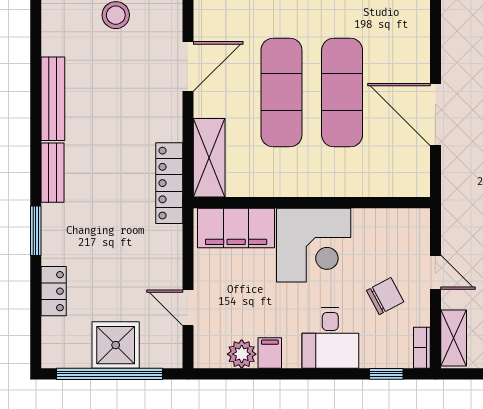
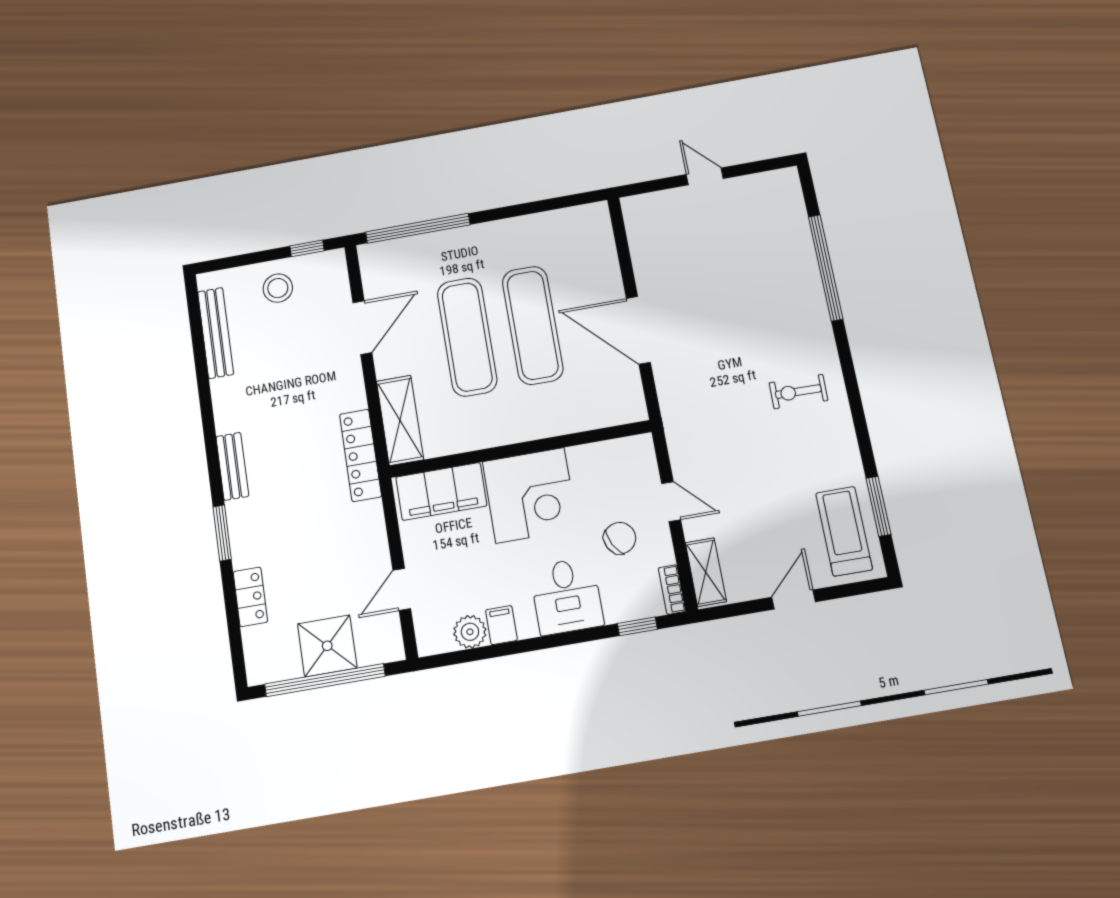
bench: (53, 99) -> (216, 333), moved
door: (188, 308) -> (402, 589), hinge flipped

